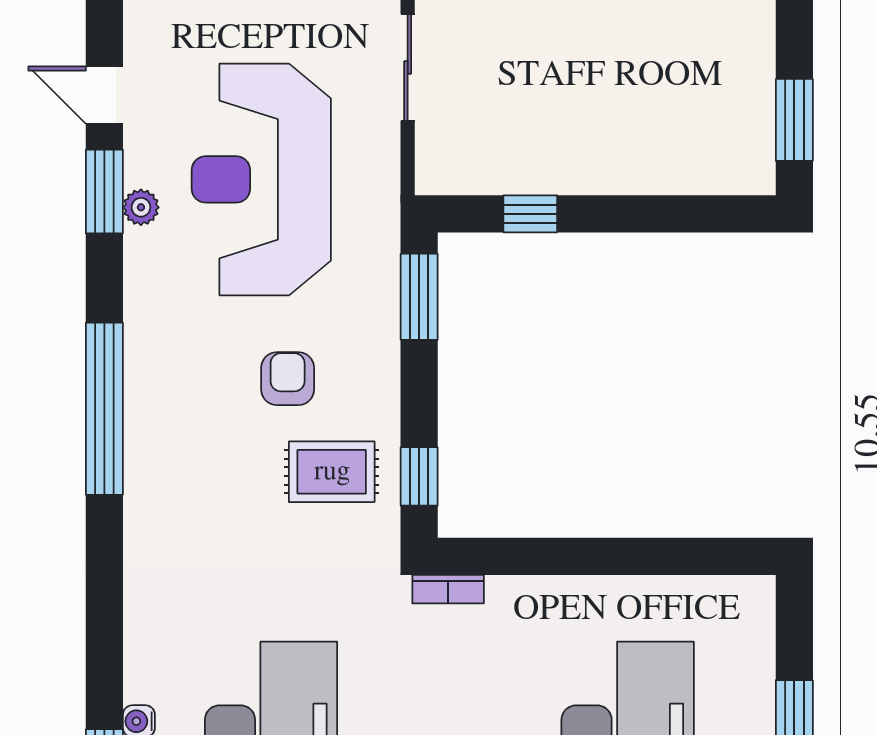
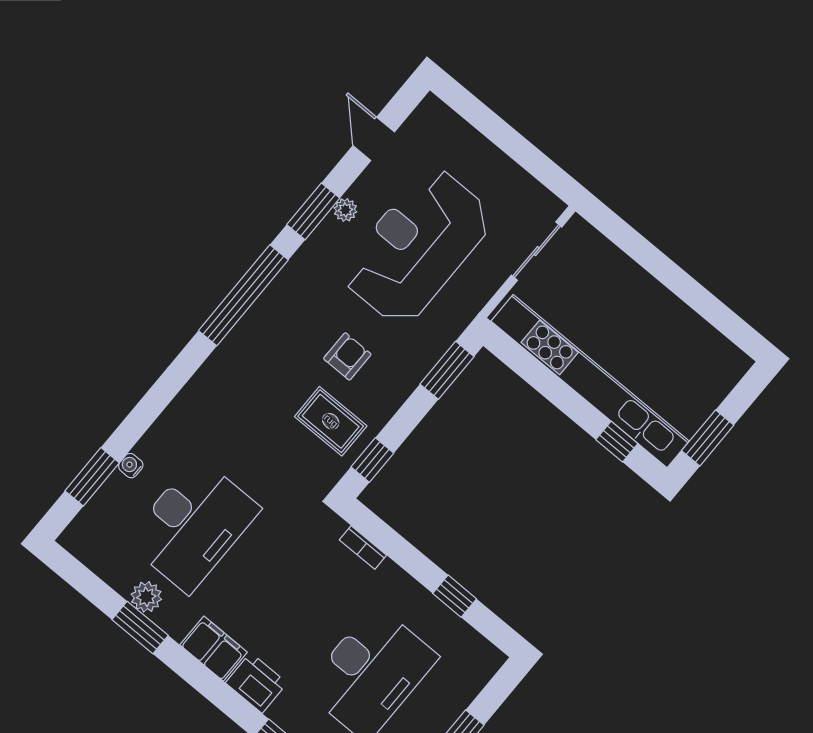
kitchen unit: (599, 168) -> (590, 381), added
window: (104, 191) -> (313, 211), moved
window: (530, 214) -> (617, 442), moved
window: (651, 556) -> (455, 596), added
bookcase: (448, 589) -> (363, 547), moved

